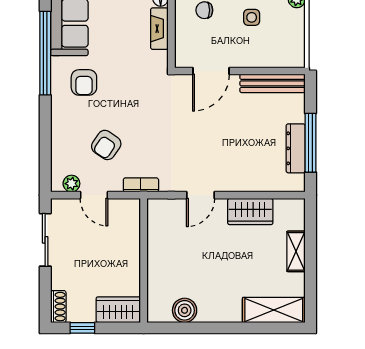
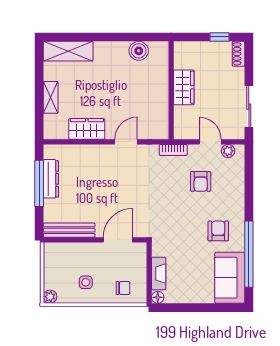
armchair: (106, 145) -> (201, 181), turned 146
wardrobe: (118, 310) -> (184, 87), moved, turned -90

